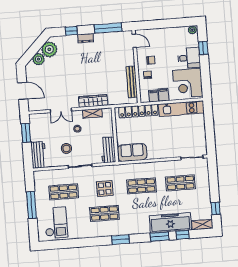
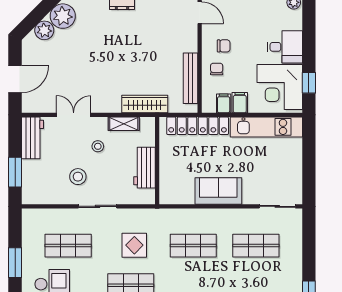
window: (203, 48) -> (309, 83), moved
door: (23, 91) -> (15, 79), hinge flipped
wardrobe: (93, 101) -> (145, 104), moved
double door: (61, 110) -> (74, 115), swing flipped
window: (26, 133) -> (15, 172), moved
workbench: (108, 150) -> (145, 168), moved
sofa: (132, 152) -> (218, 191), moved
workbench: (38, 155) -> (32, 138), moved
window: (31, 205) -> (15, 263), width x0.69

